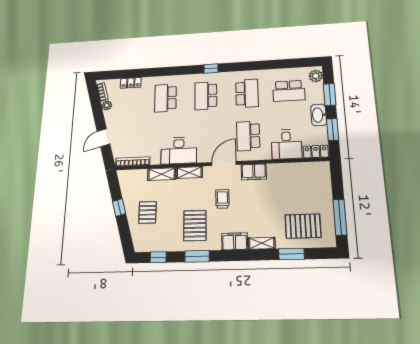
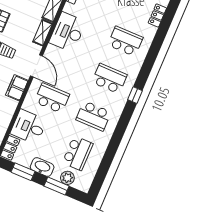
plant: (316, 76) -> (67, 178), moved
school desk: (289, 91) -> (78, 153), turned 180

